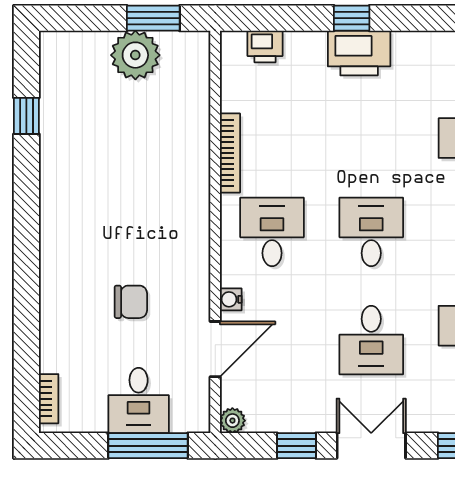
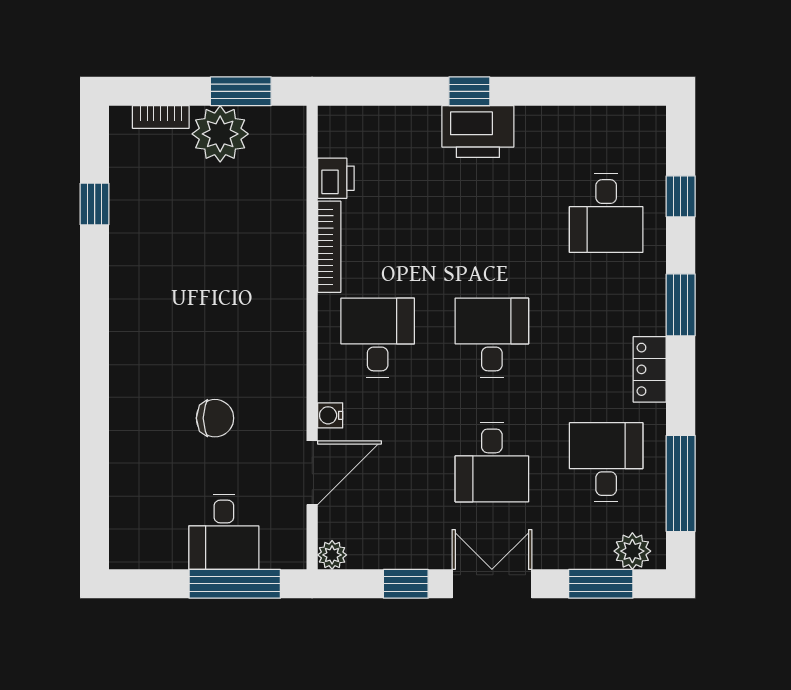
printer: (265, 46) -> (336, 178), moved, turned -90
bookcase: (49, 399) -> (161, 117), moved, turned 90

